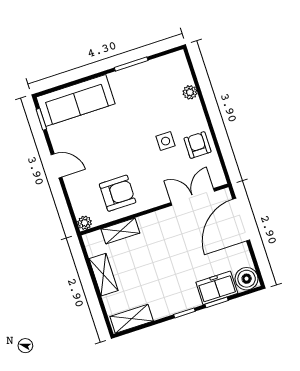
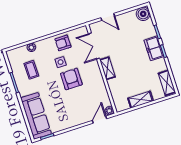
coffee table: (153, 92) -> (31, 70), added
door: (57, 166) -> (99, 120), moved
armchair: (118, 193) -> (71, 79), moved
door: (241, 220) -> (108, 17), width x0.53
shelving: (120, 231) -> (108, 68), moved
freezer: (217, 288) -> (154, 48), moved

